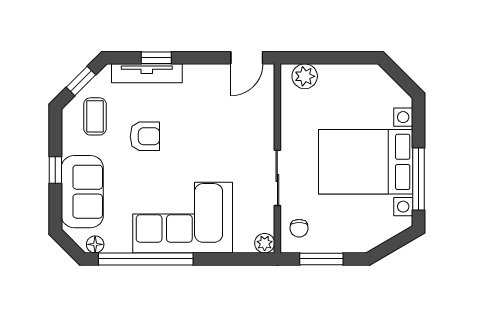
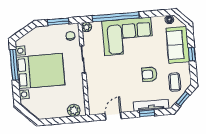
door: (247, 58) -> (113, 116), moved
window: (146, 259) -> (116, 17), moved

